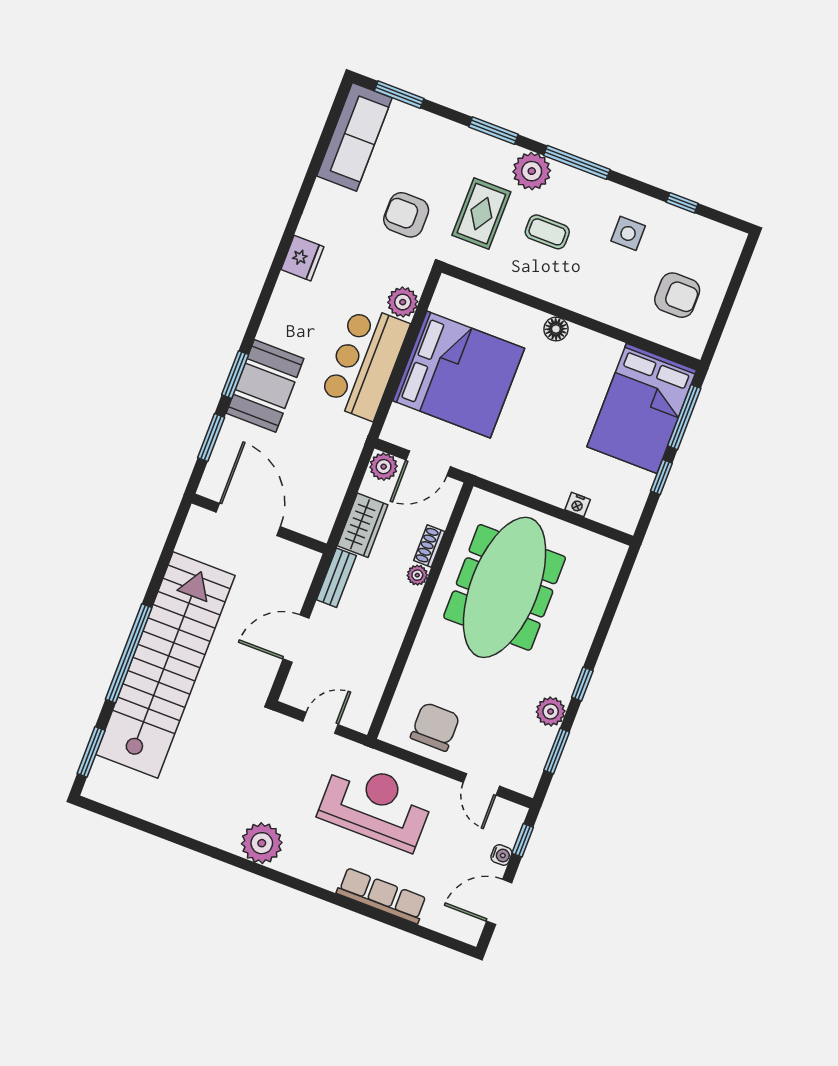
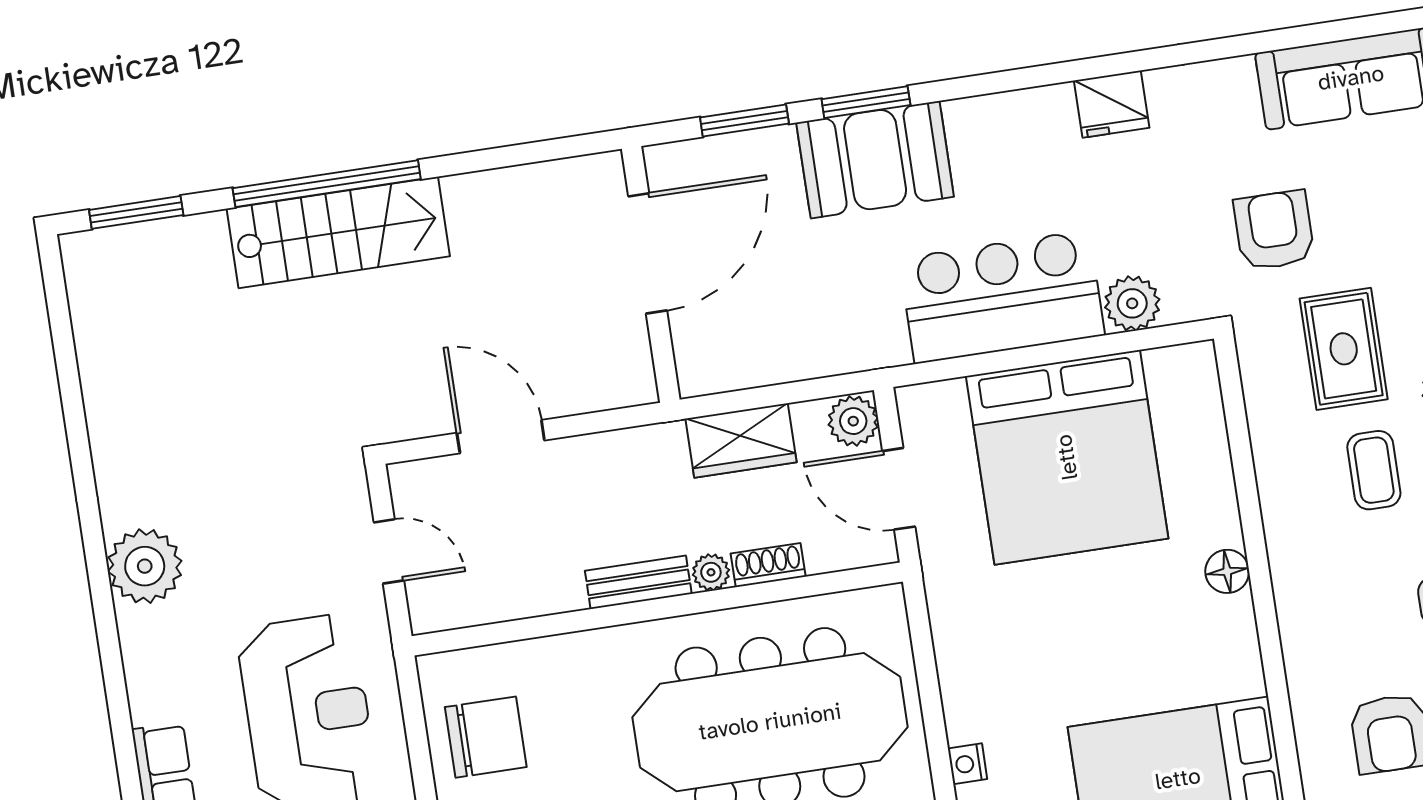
rug: (481, 214) -> (1344, 349), turned 90
bench: (336, 578) -> (638, 582), moved
stairs: (165, 665) -> (338, 232), width x0.54, depth x0.66

